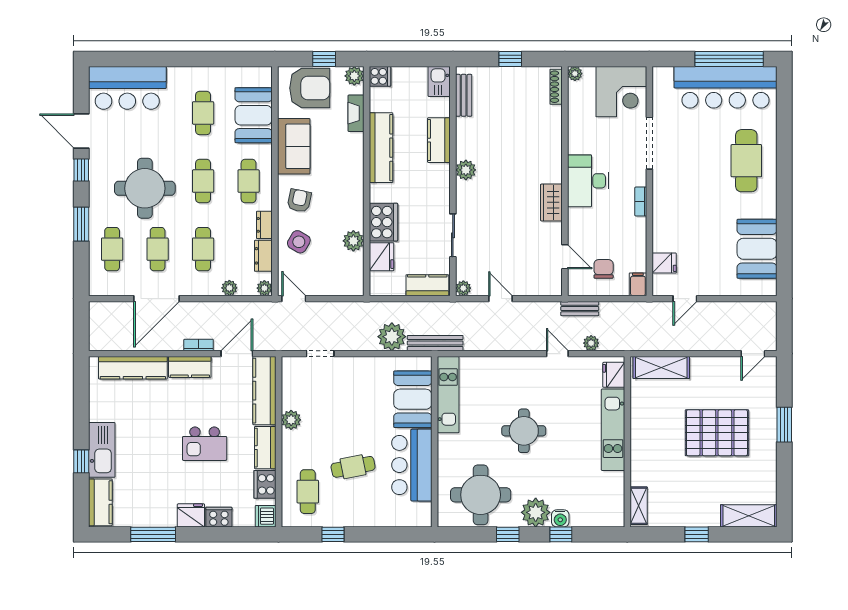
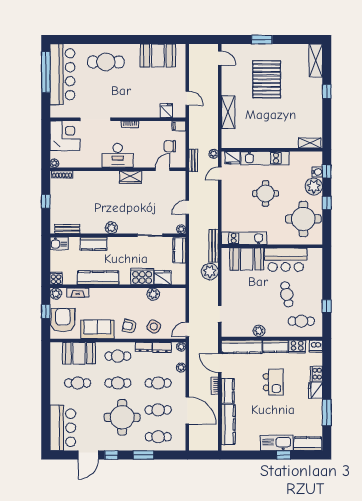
fridge: (614, 375) -> (232, 158), moved
kitchen unit: (613, 430) -> (265, 158), moved
wall: (627, 442) -> (272, 150), moved
shelving: (639, 506) -> (310, 143), moved

